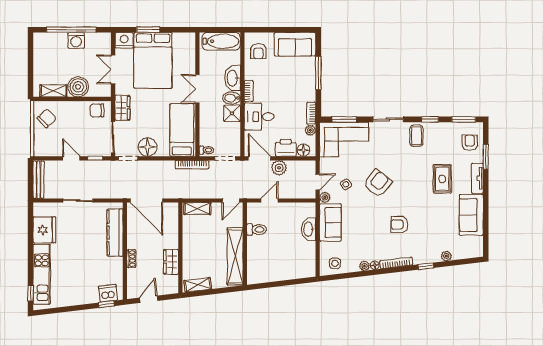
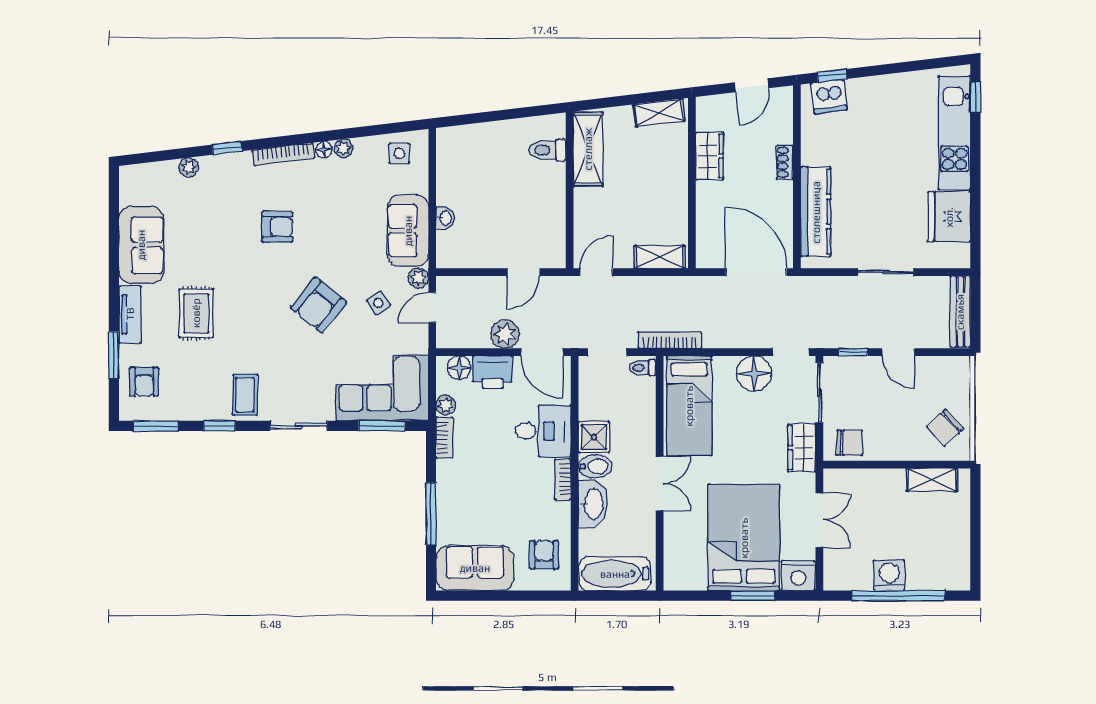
boiler: (78, 87) -> (885, 487), removed
toilet: (257, 229) -> (547, 150), moved
washbasin: (309, 229) -> (445, 218), width x0.52, depth x0.69
shelving: (235, 256) -> (588, 149), width x0.68

